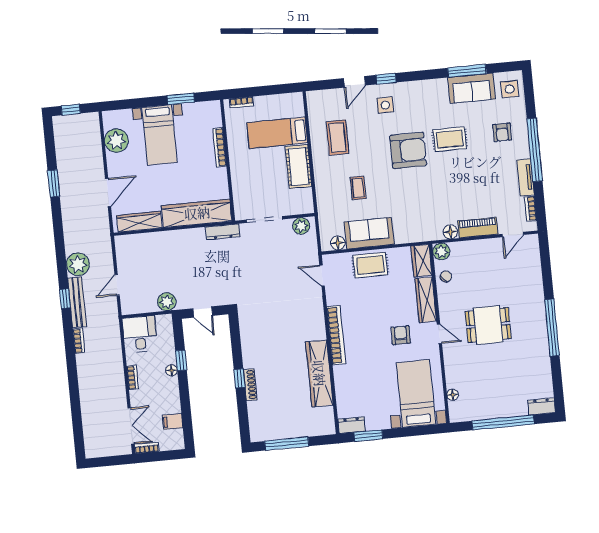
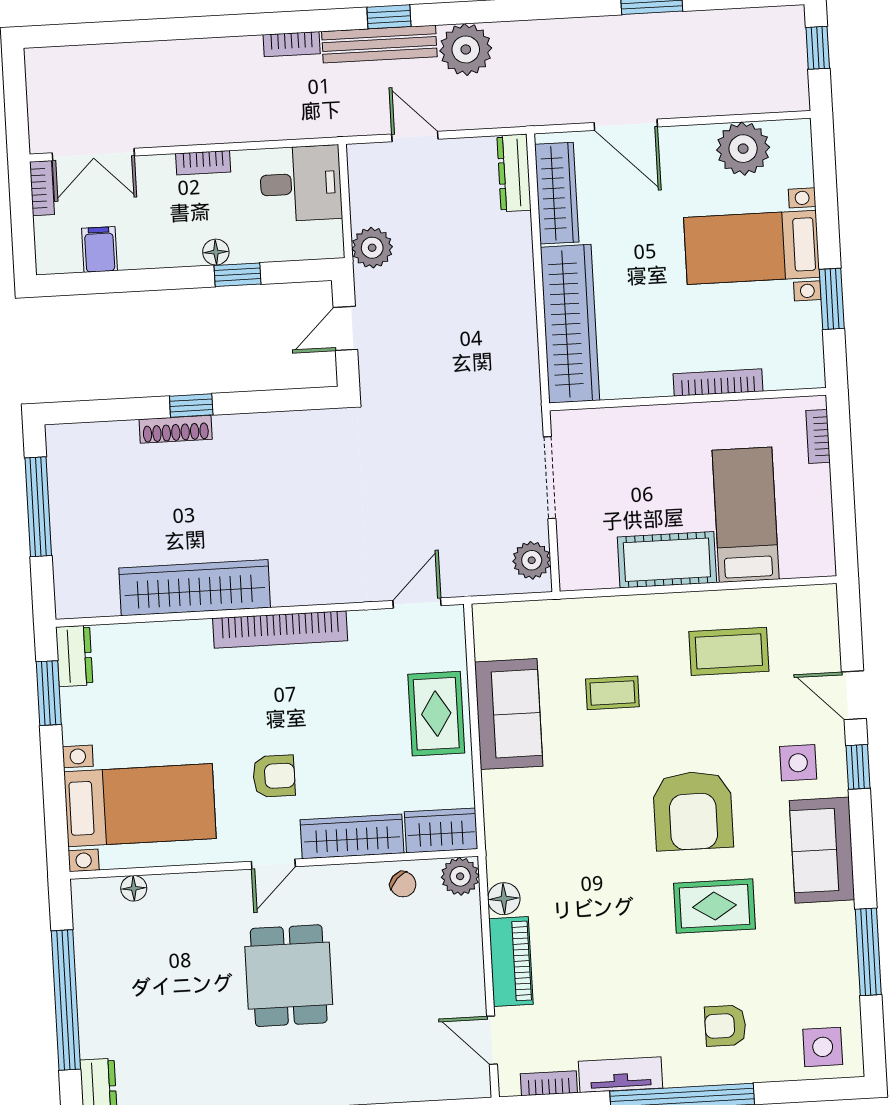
sofa: (471, 88) -> (822, 850), moved
rug: (450, 139) -> (715, 906), turned 90
dresser: (223, 232) -> (514, 173), moved
floor lamp: (338, 243) -> (490, 642), removed

